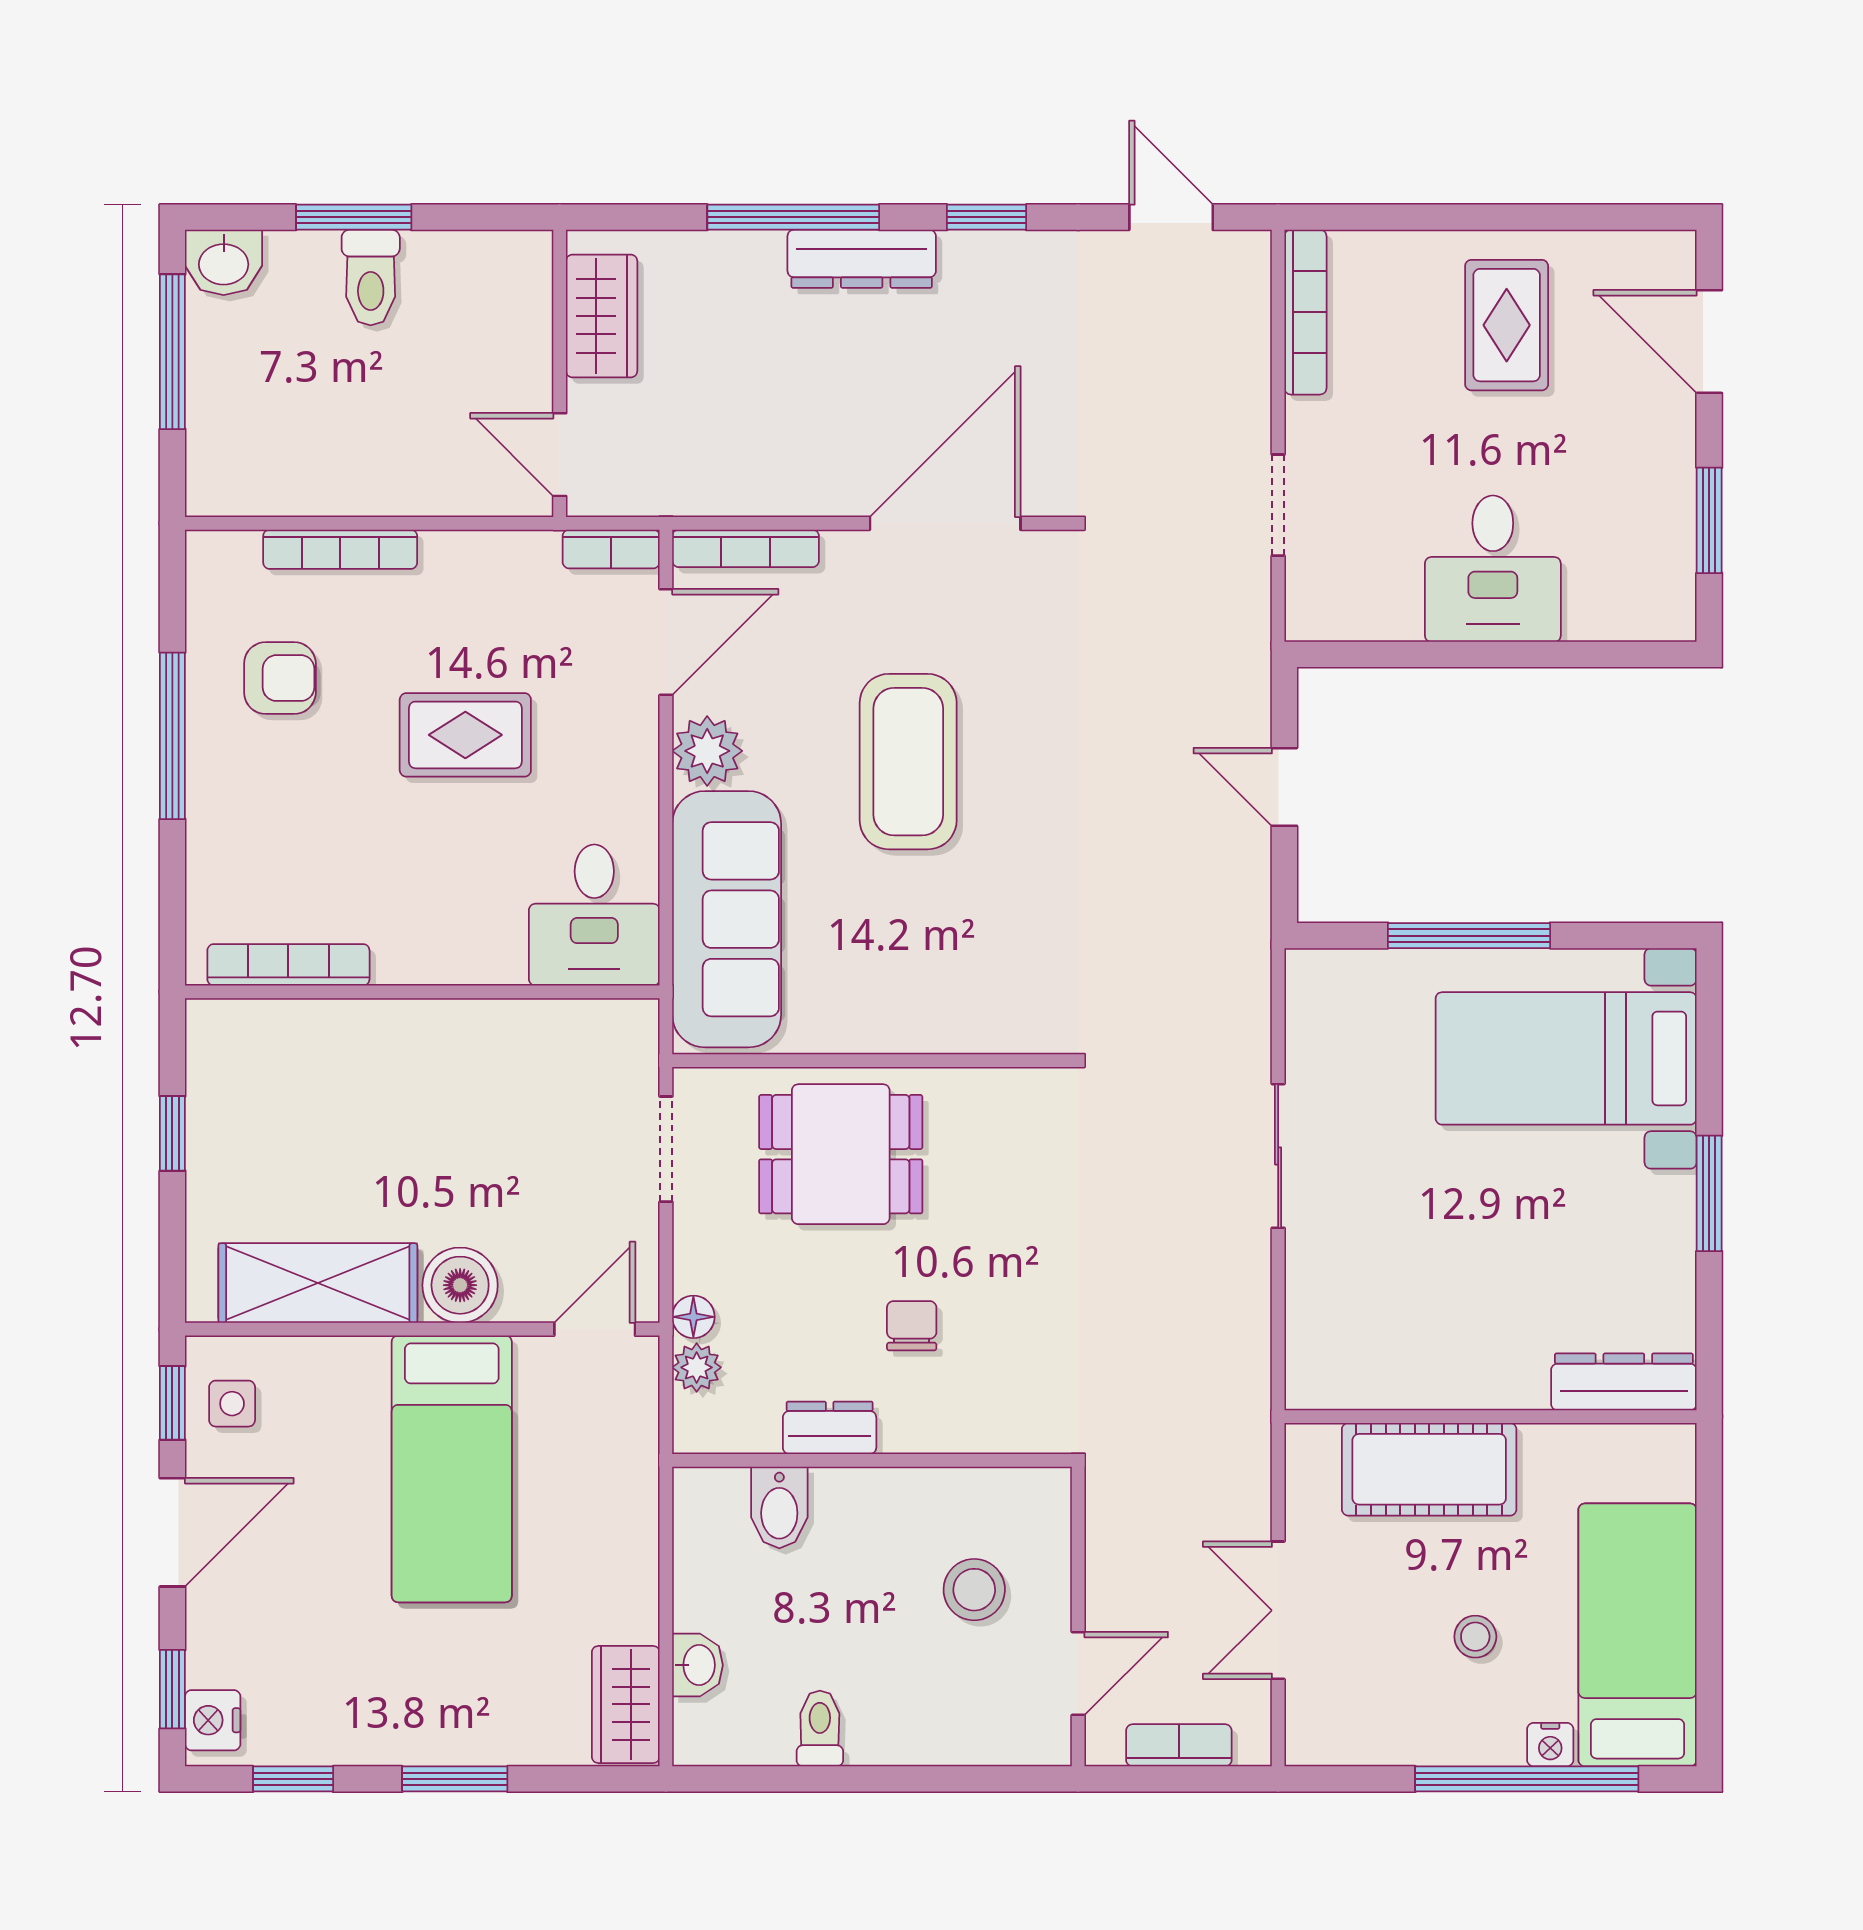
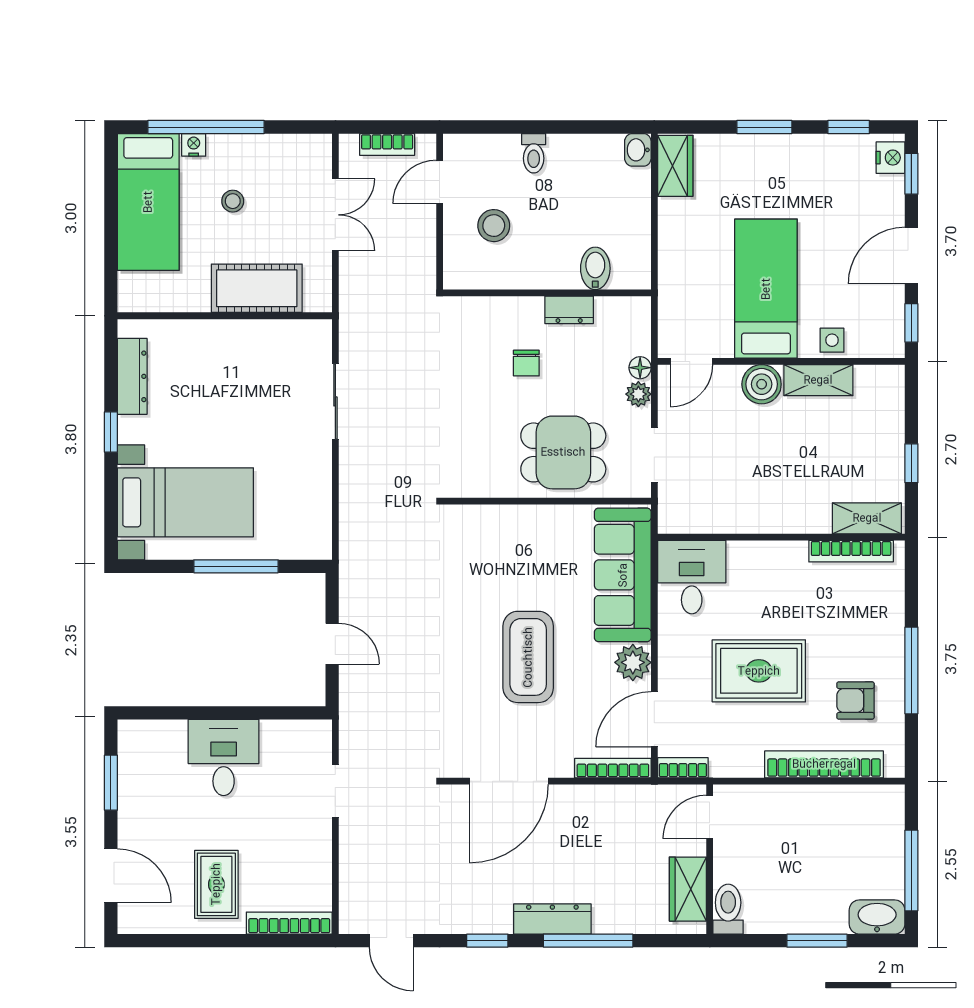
washbasin: (224, 262) -> (877, 917), width x1.38
toilet: (371, 278) -> (728, 909), moved
bookcase: (1305, 312) -> (289, 923), moved, turned 90
door: (560, 455) -> (710, 817), swing flipped
bookcase: (340, 549) -> (824, 764), width x1.48, depth x1.31
rug: (465, 735) -> (759, 671), width x1.36, depth x1.43
shelving: (258, 1028) -> (867, 518), added
sliding door: (1278, 1156) -> (335, 401), moved
window: (1709, 1193) -> (111, 432), width x0.67
shelving: (318, 1283) -> (818, 380), width x0.67, depth x0.75
plant: (697, 1367) -> (638, 394), moved
dresser: (1624, 1382) -> (132, 376), moved, turned -90
side table: (232, 1404) -> (832, 340), moved
washbasin: (698, 1665) -> (638, 150), moved
toilet: (820, 1729) -> (534, 153), moved

